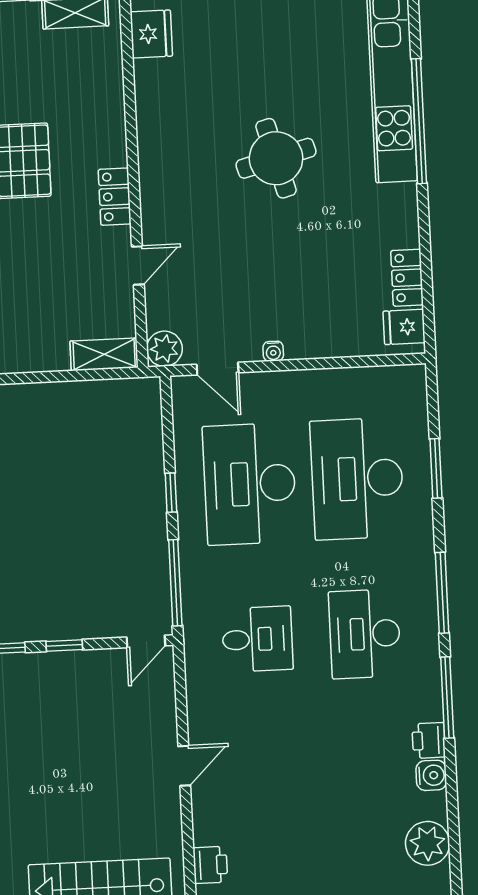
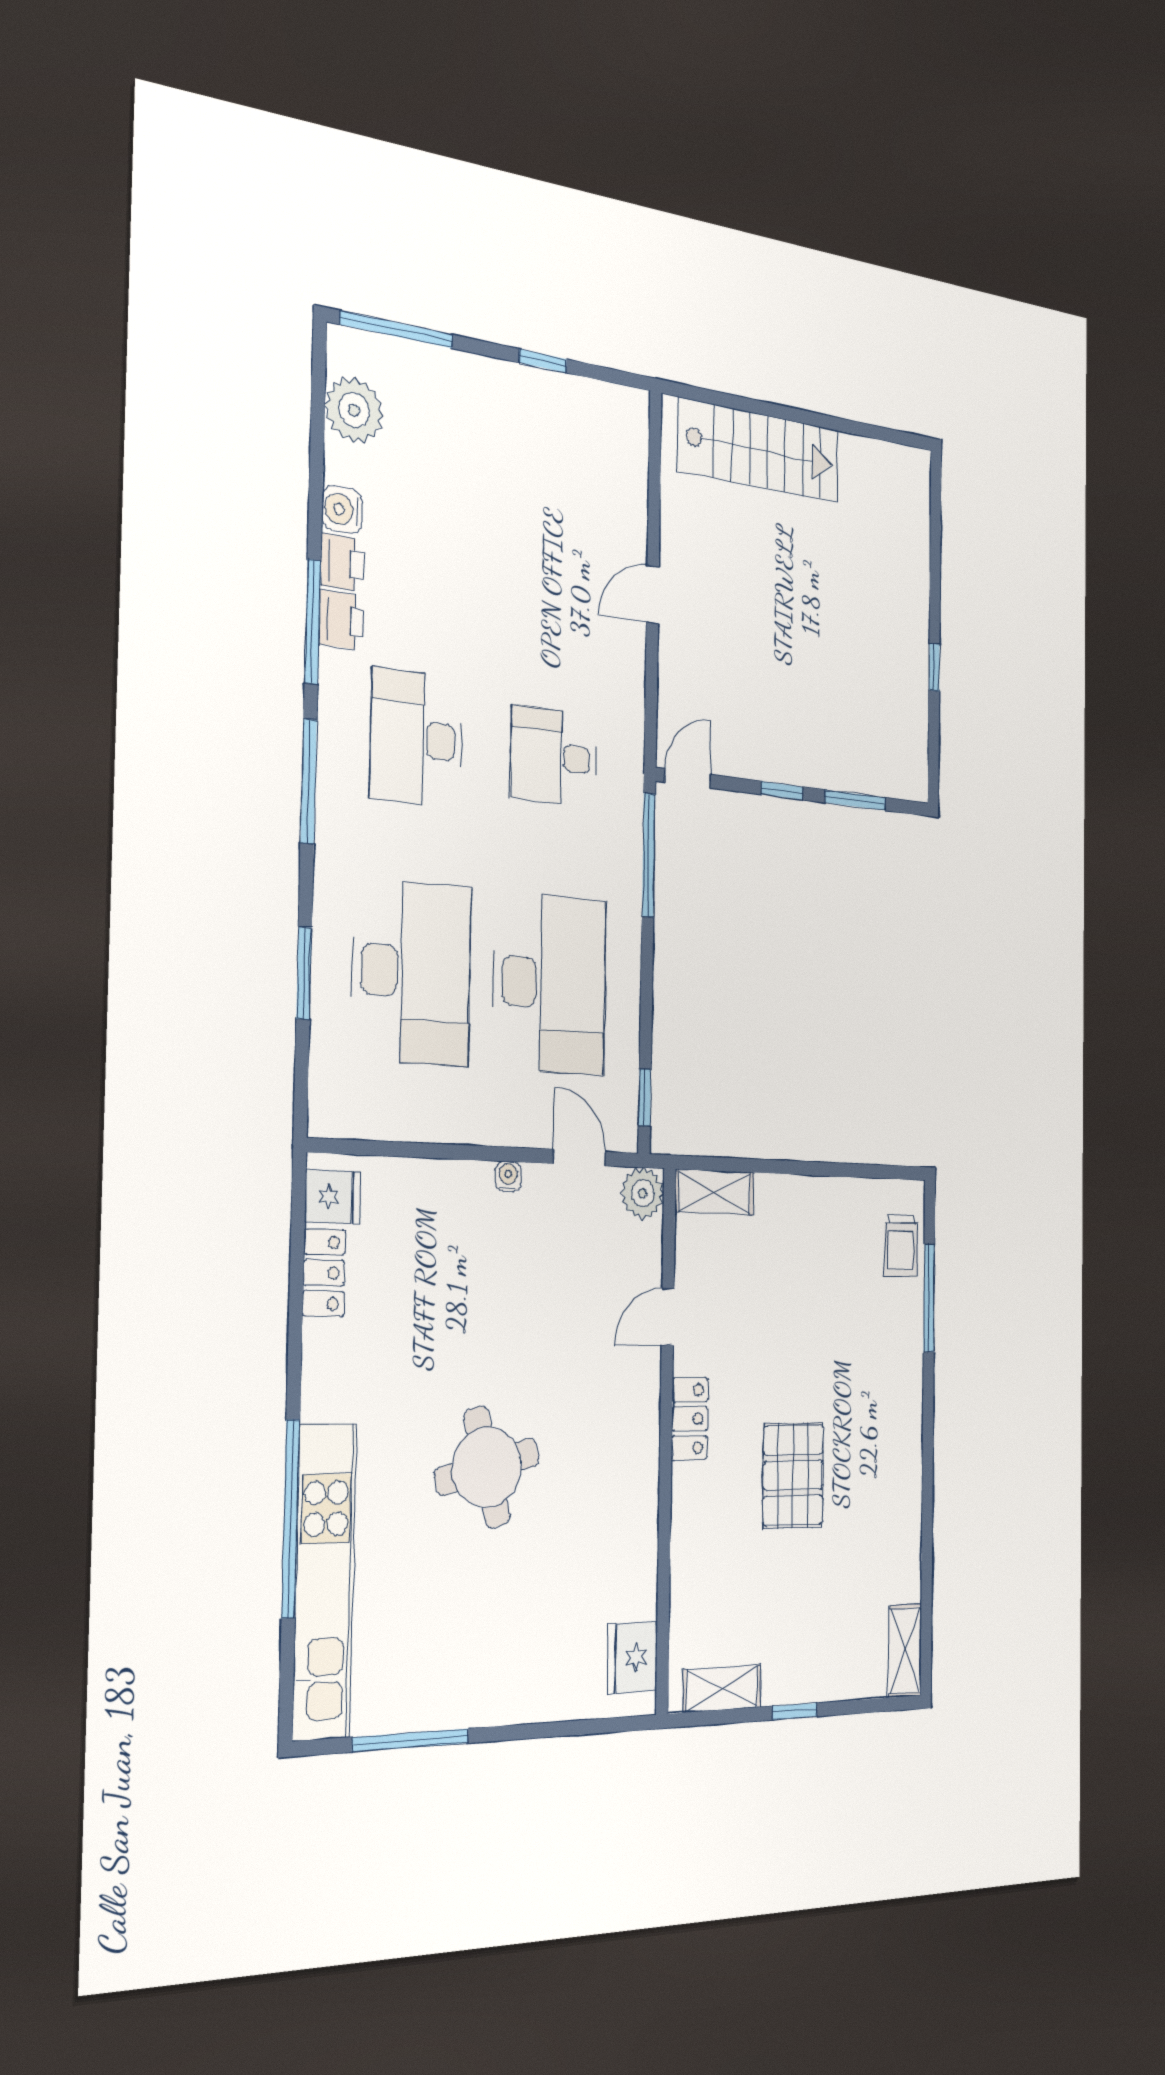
window: (171, 493) -> (645, 1097), moved
desk: (365, 634) -> (416, 738), turned 180
printer: (210, 865) -> (342, 620), moved, turned 180

